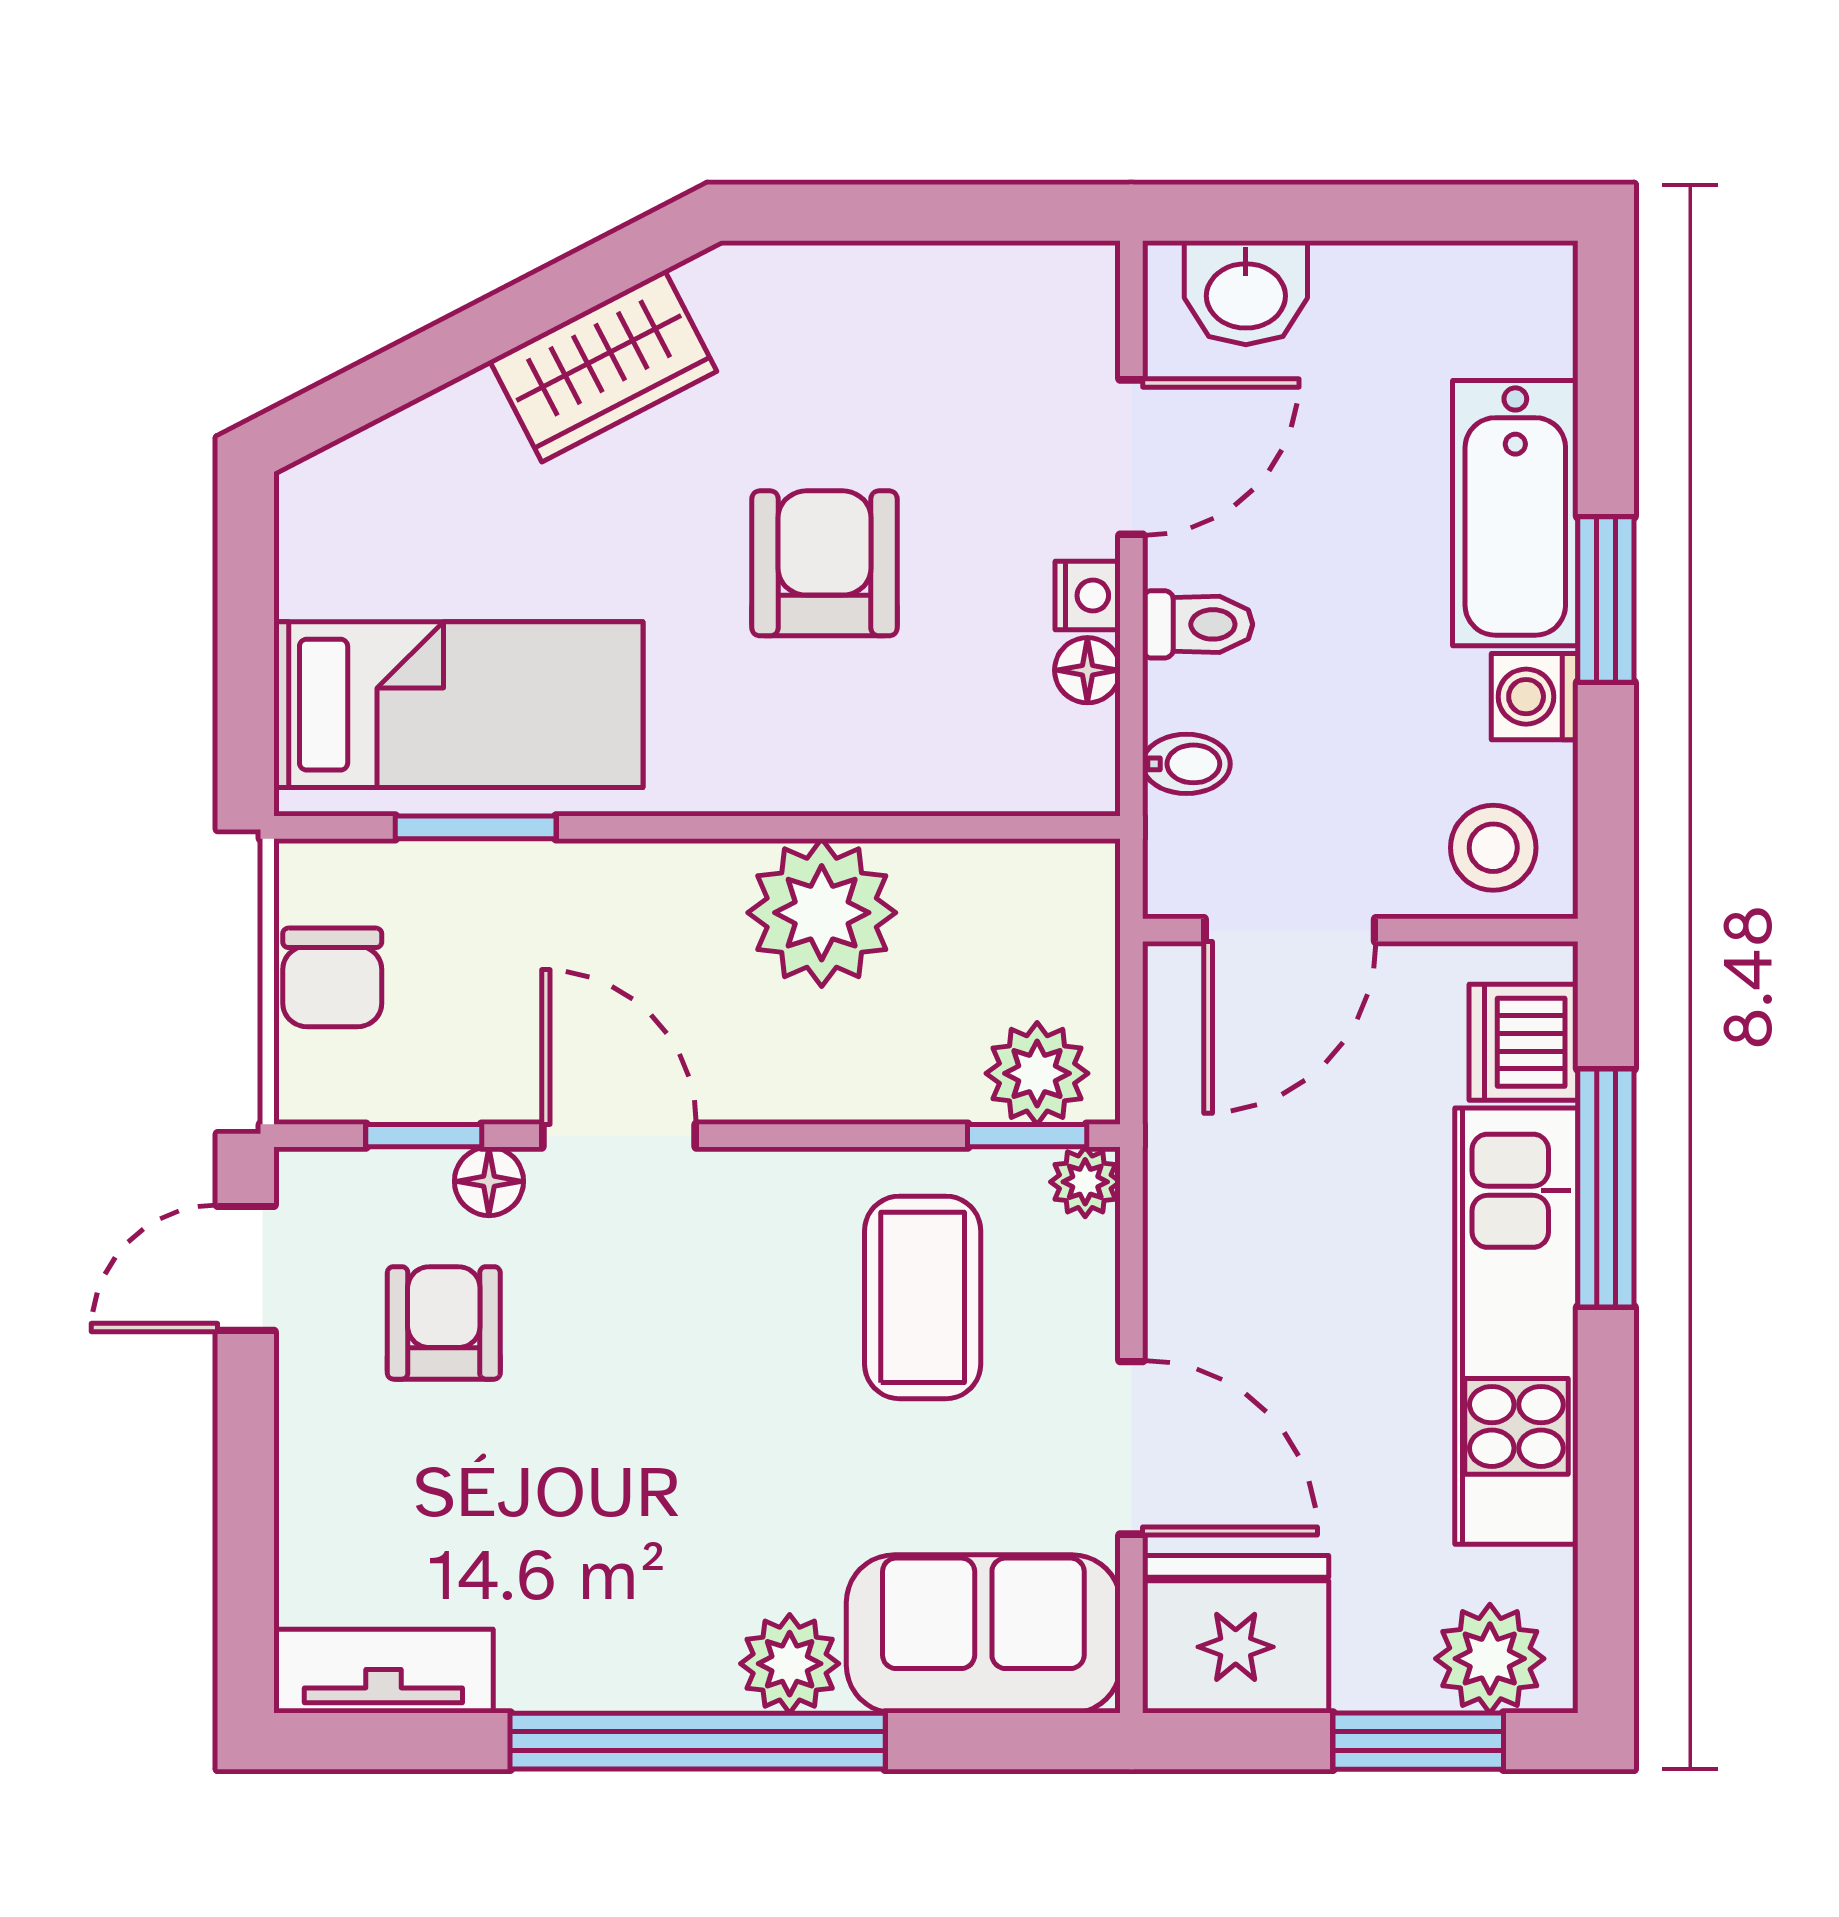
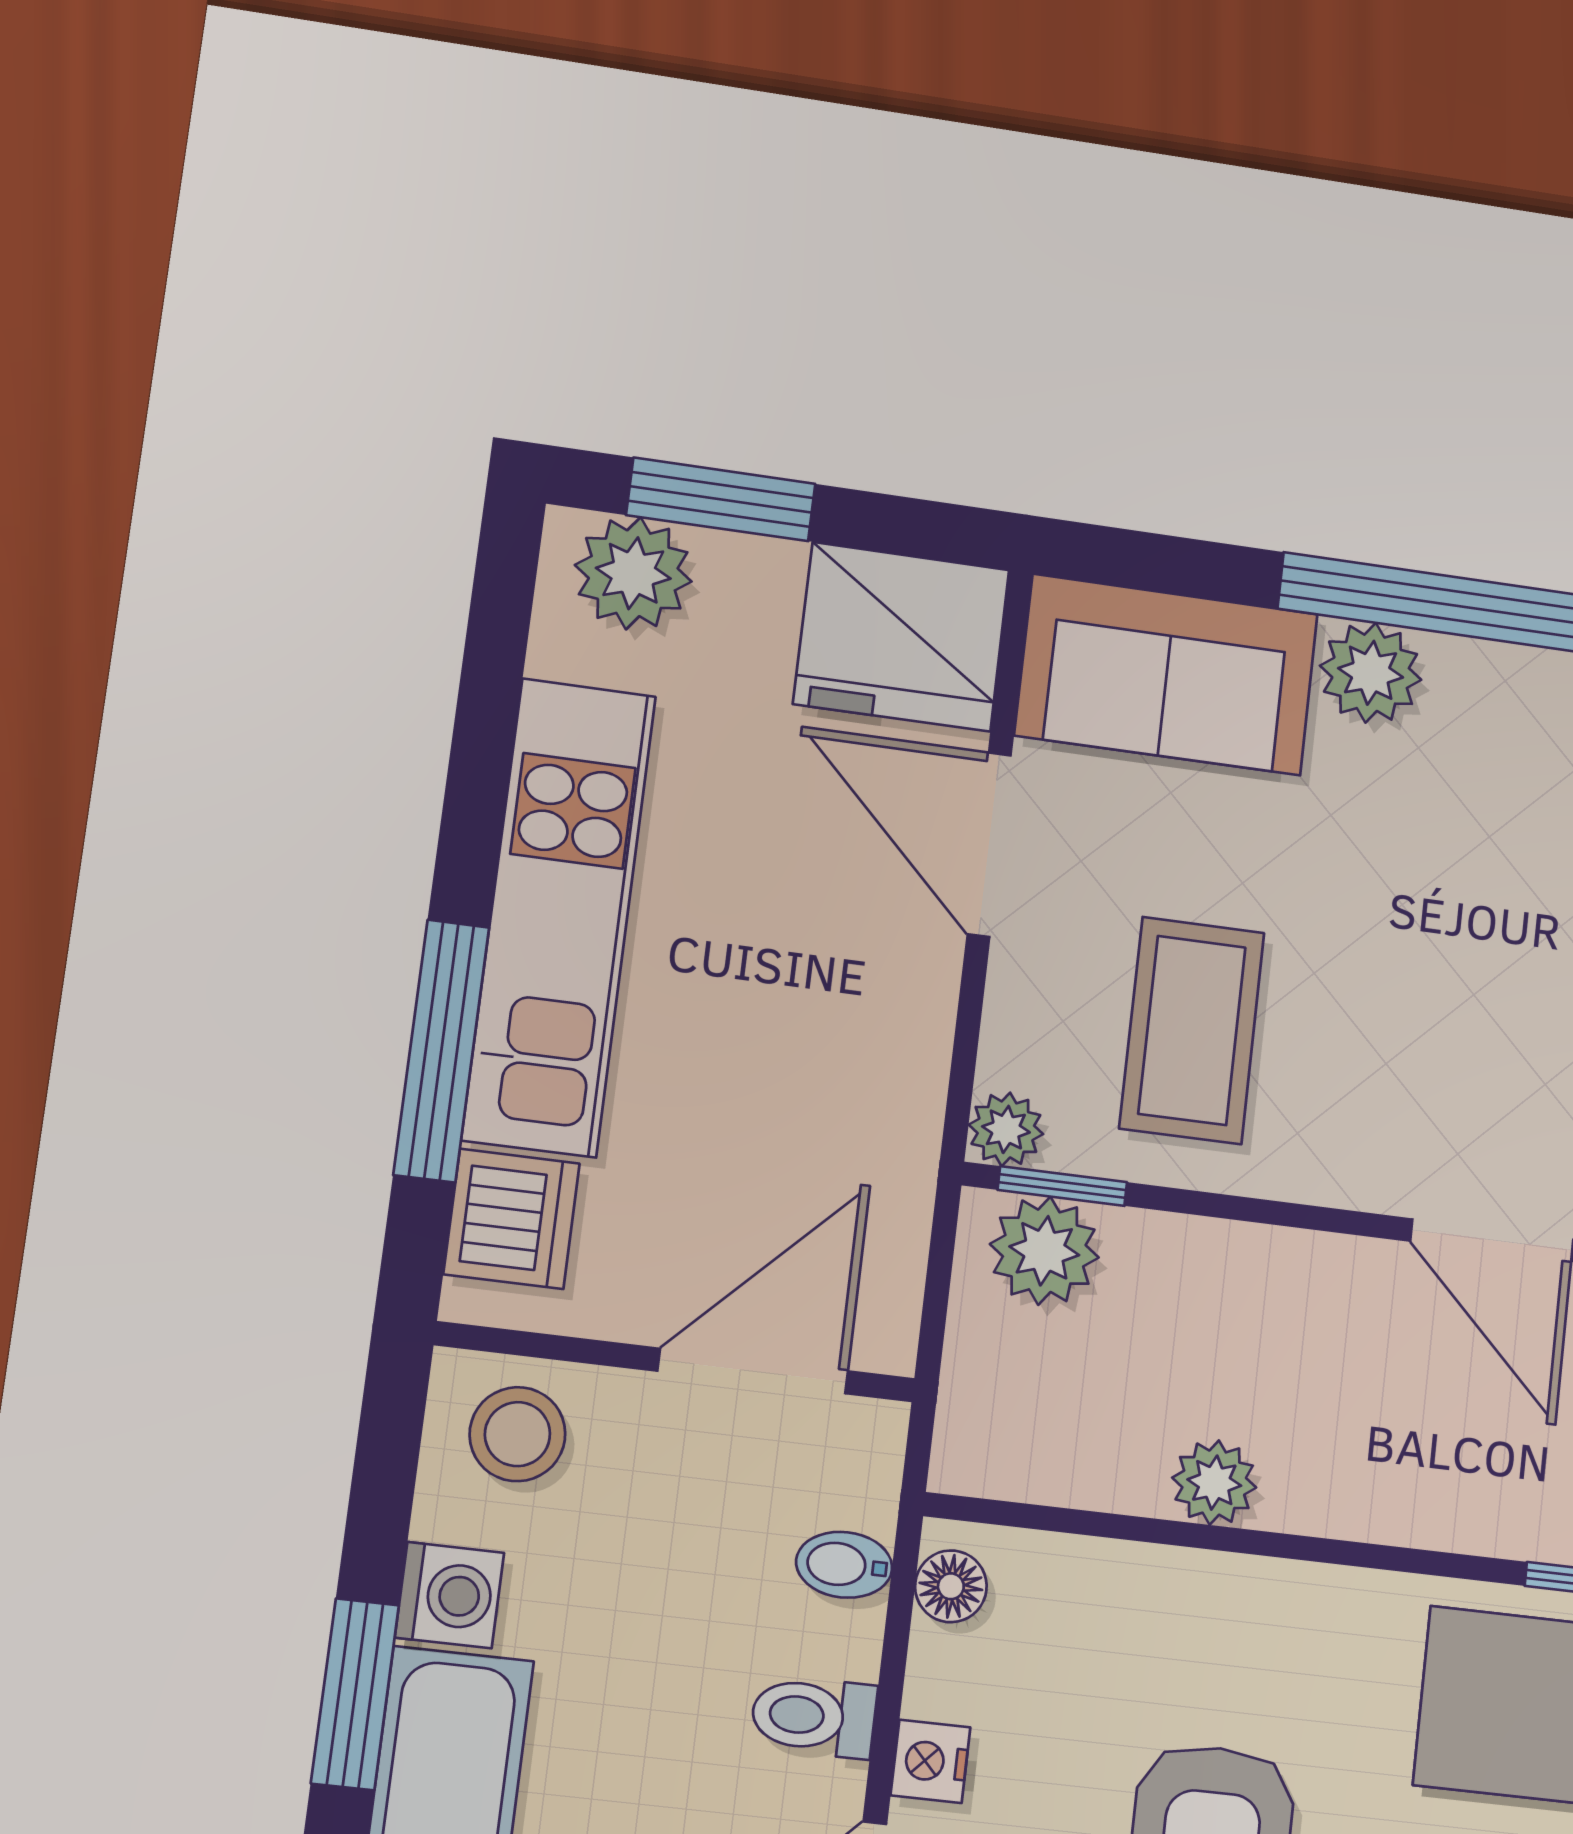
floor lamp: (1087, 670) -> (951, 1586), moved
plant: (822, 913) -> (1214, 1483), width x0.53, depth x0.53

